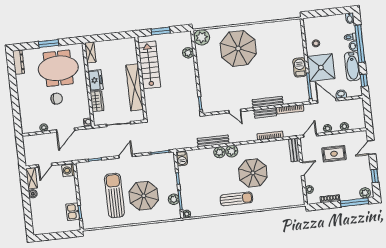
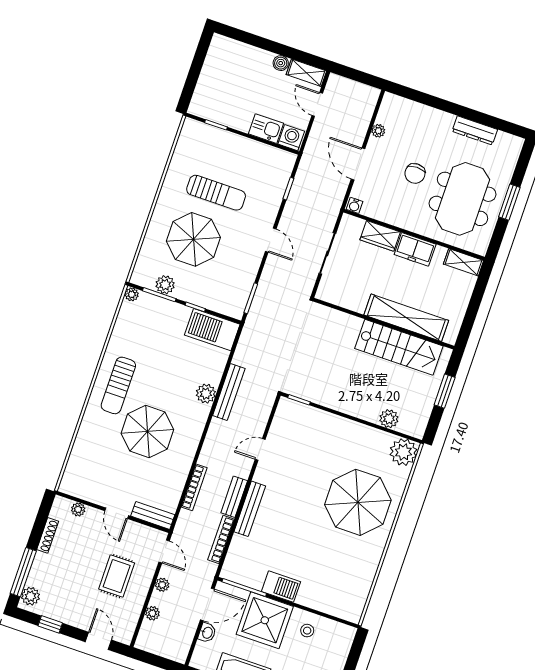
dresser: (18, 62) -> (475, 130), moved
shelving: (135, 87) -> (406, 318), moved
plant: (232, 151) -> (198, 414), removed
barbecue: (182, 158) -> (212, 330), width x1.88, depth x1.53
sun lounger: (114, 195) -> (216, 193), width x0.73, depth x0.75
kitchen sink: (73, 212) -> (266, 129), moved

